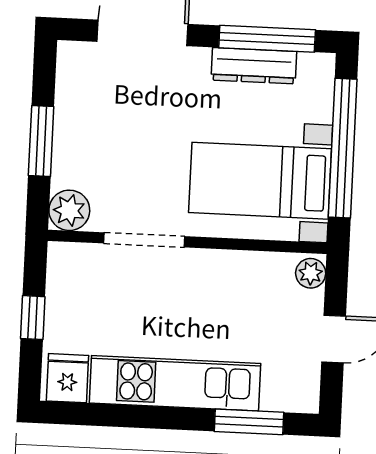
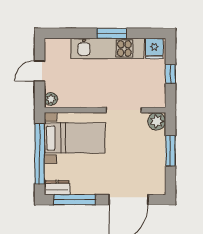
dresser: (254, 66) -> (57, 188), moved, width x0.70
window: (249, 422) -> (112, 33), moved

